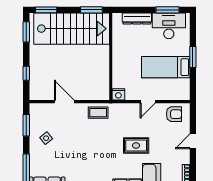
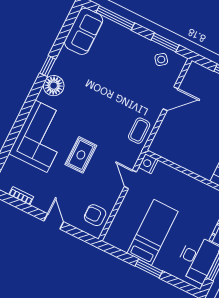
door: (148, 102) -> (130, 179), moved
armchair: (174, 114) -> (95, 215), turned 90
side table: (46, 138) -> (161, 59), moved

